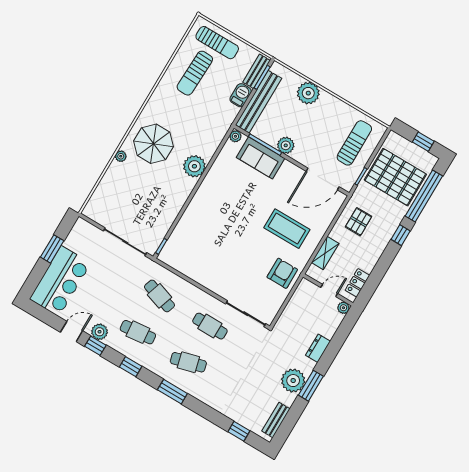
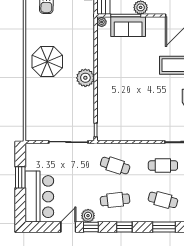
plant: (121, 156) -> (30, 84), removed
plant: (194, 166) -> (85, 78), moved
cafe table: (188, 362) -> (163, 200), turned 30

